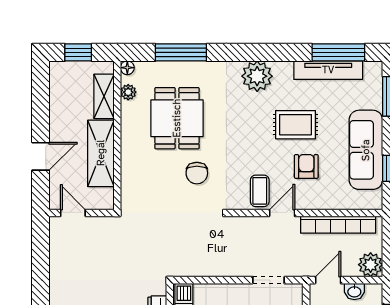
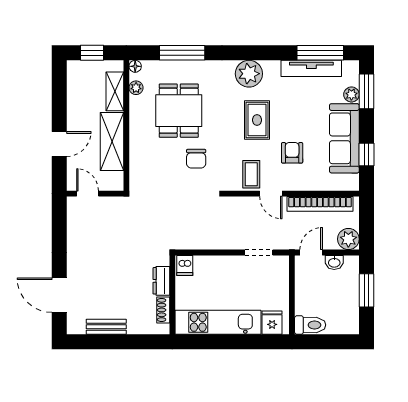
plant: (374, 100) -> (351, 94), added
rug: (295, 125) -> (257, 120), moved, turned 90
door: (282, 213) -> (271, 194), swing flipped

